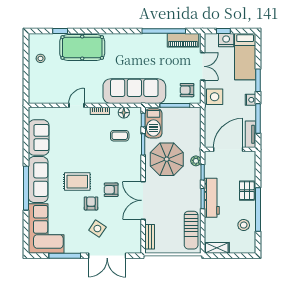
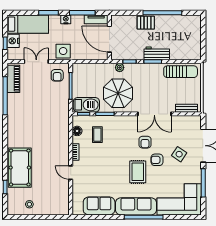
sofa: (134, 91) -> (58, 122), removed
workbench: (212, 198) -> (157, 53), width x0.73
stool: (244, 225) -> (176, 25), removed
shelving: (217, 248) -> (196, 49), removed

